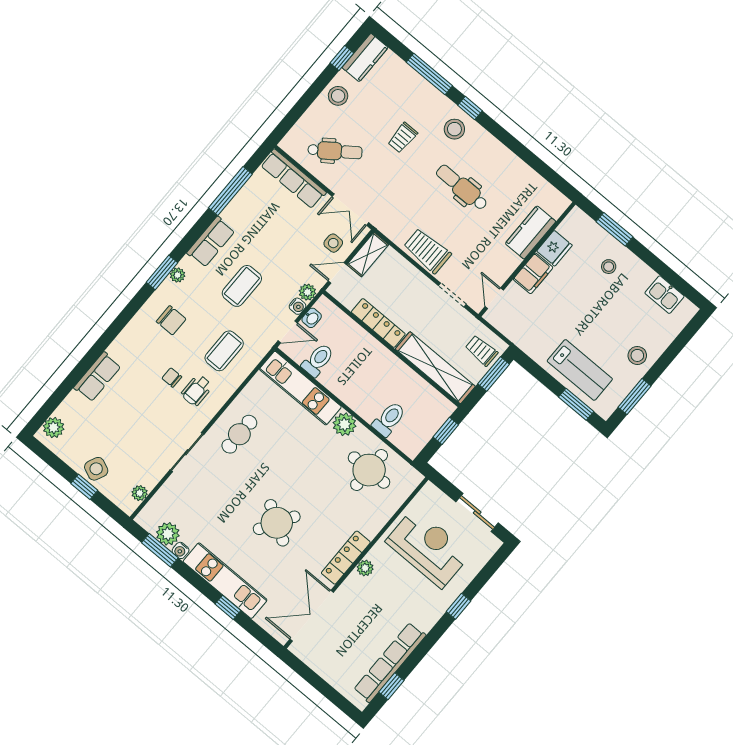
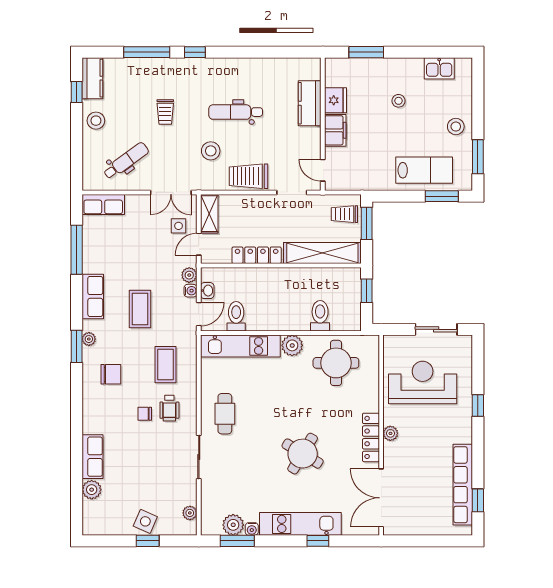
stool: (454, 129) -> (211, 151), moved
row of seats: (293, 179) -> (103, 204), width x0.68
stool: (609, 267) -> (398, 101), moved
plant: (54, 428) -> (92, 490), moved

